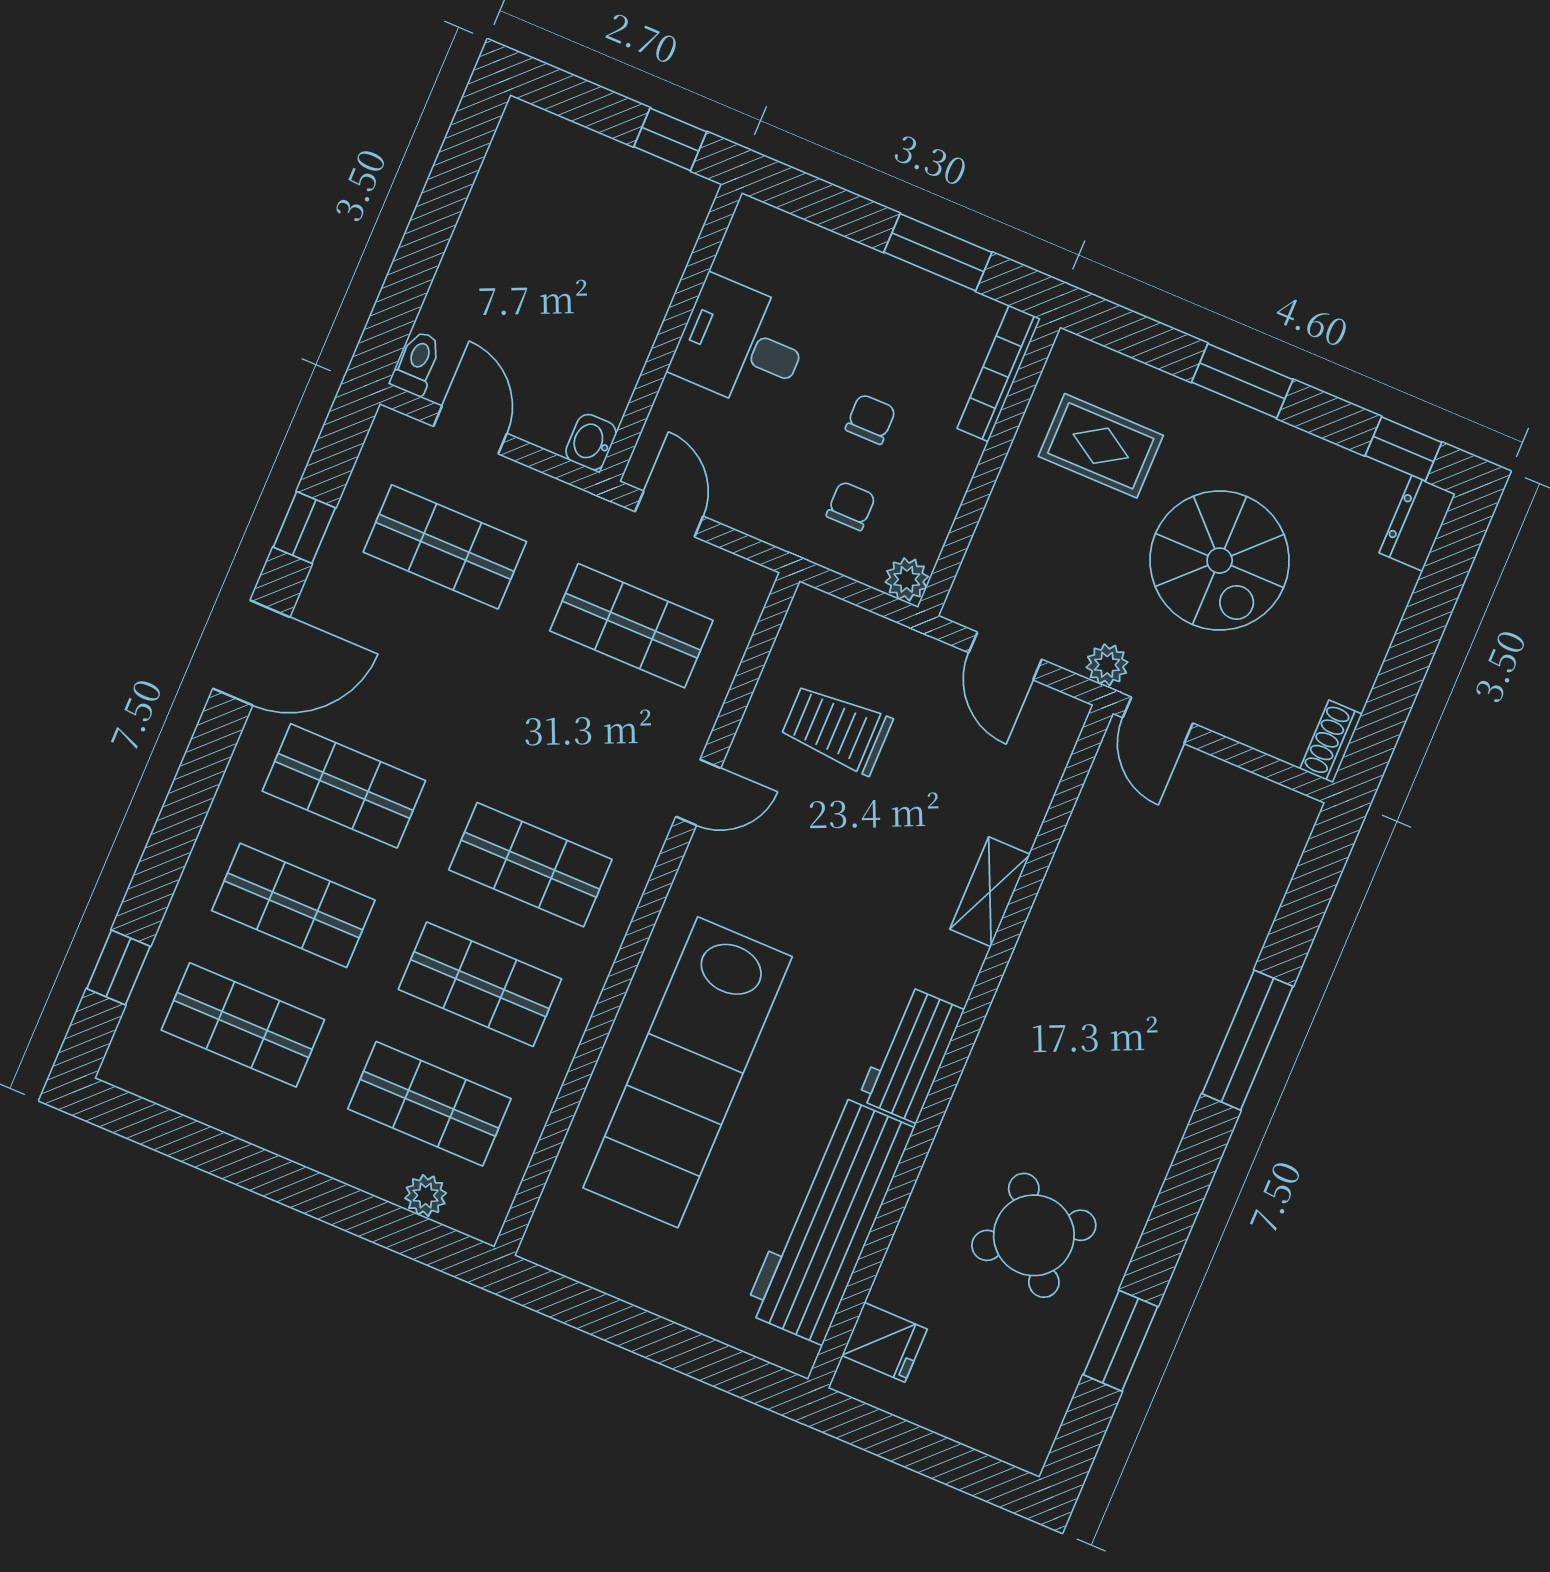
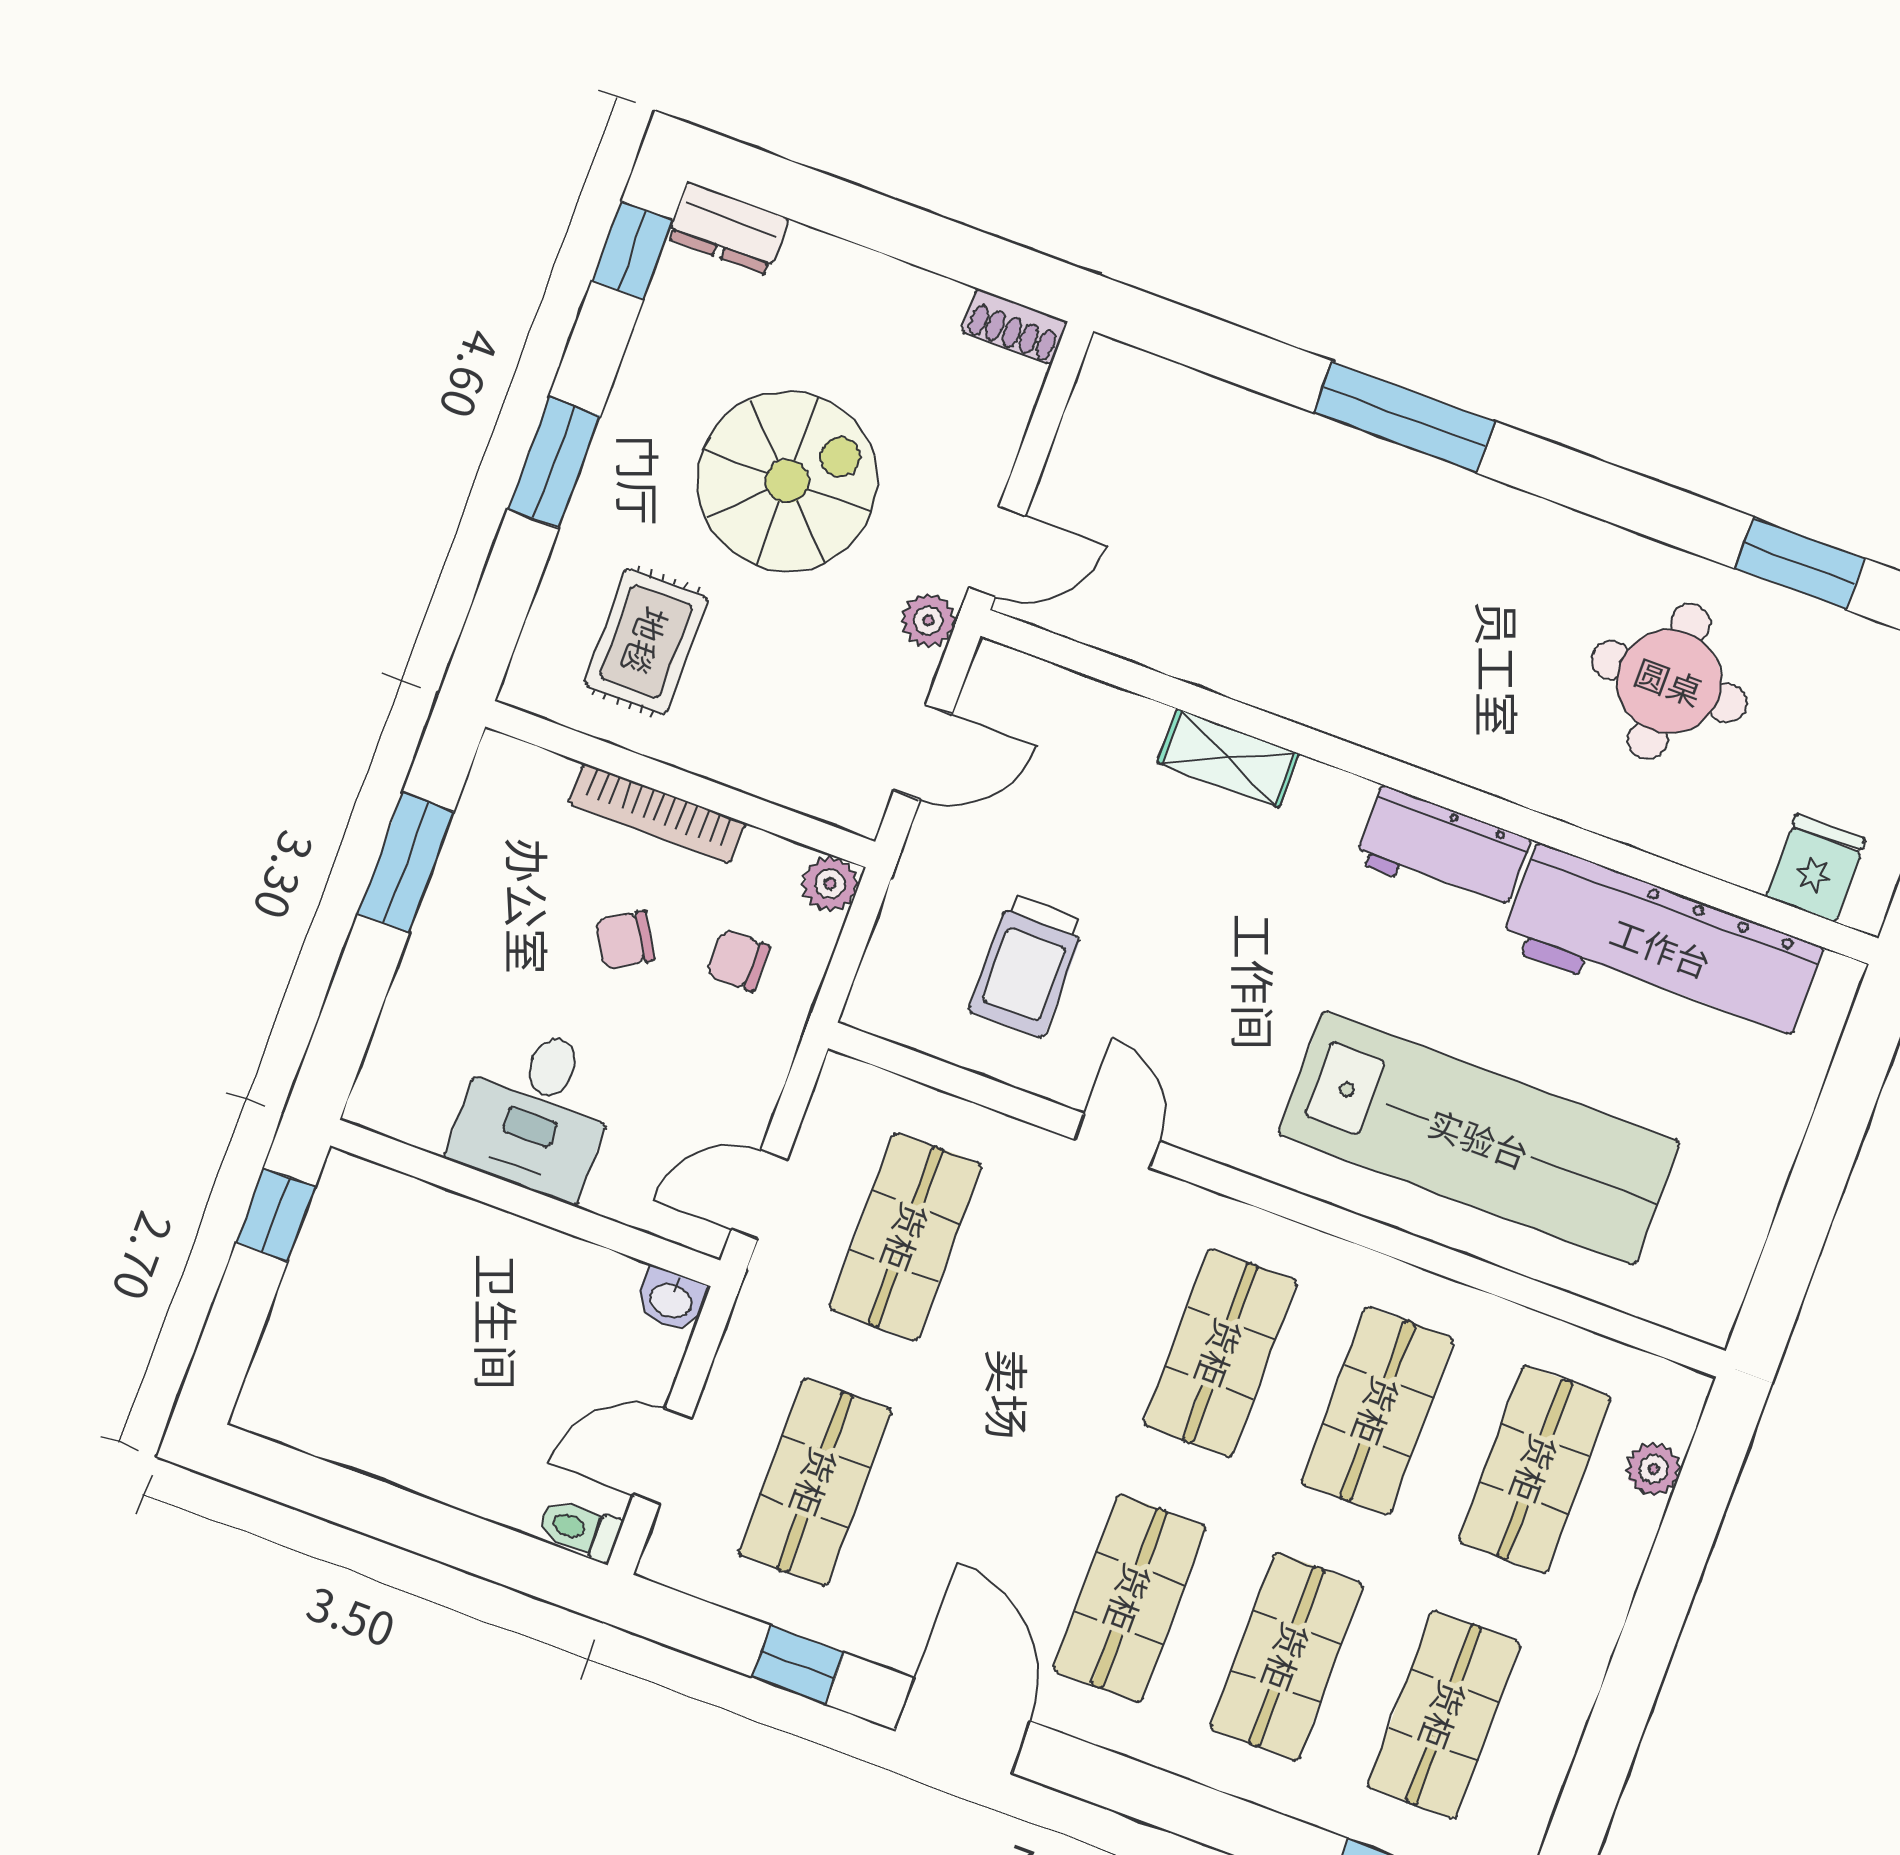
bookcase: (999, 373) -> (657, 813), moved
chair: (871, 419) -> (625, 940), turned -31
round table: (1034, 1235) -> (1669, 681), turned 35

